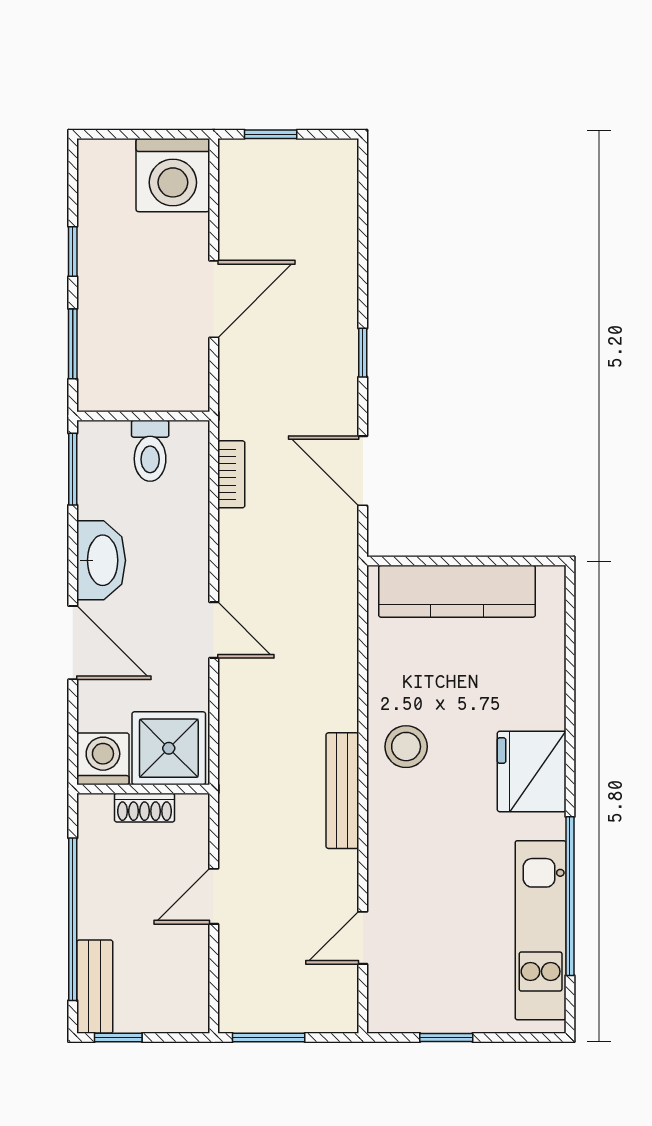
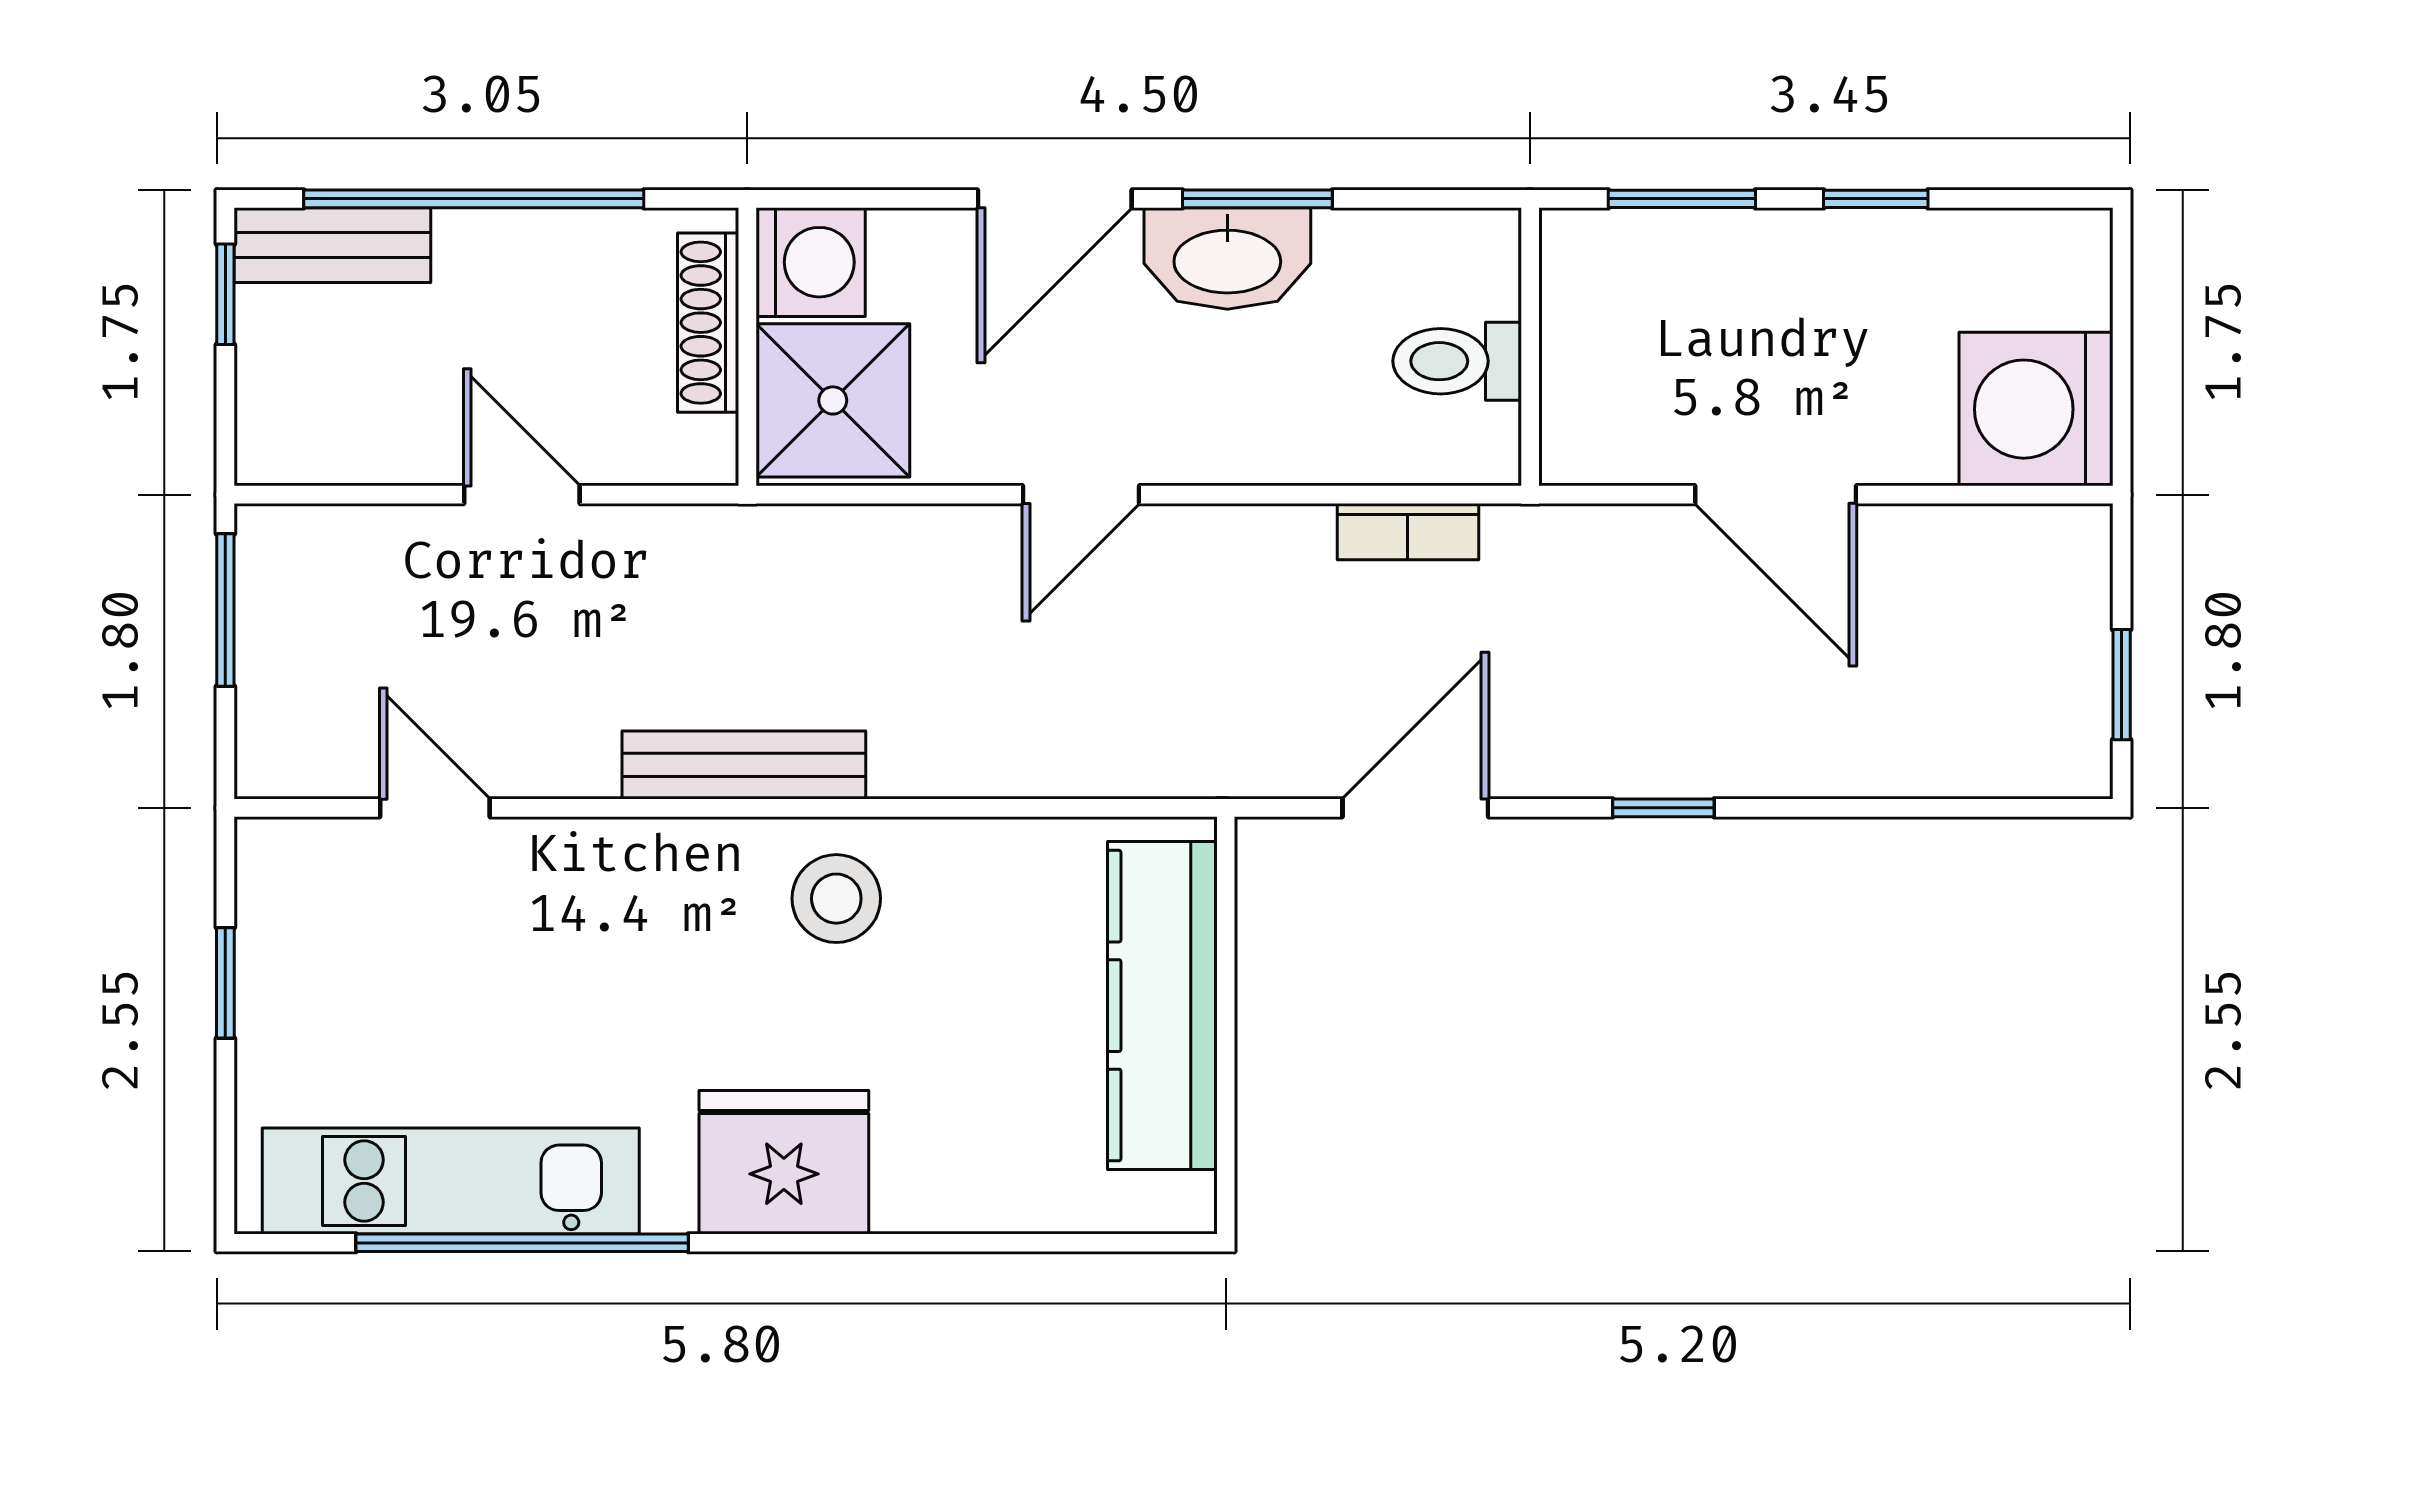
window: (271, 134) -> (2122, 685), moved
window: (73, 469) -> (1257, 199), moved
shoe rack: (145, 808) -> (708, 323), width x1.43

